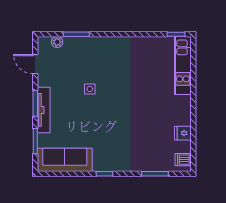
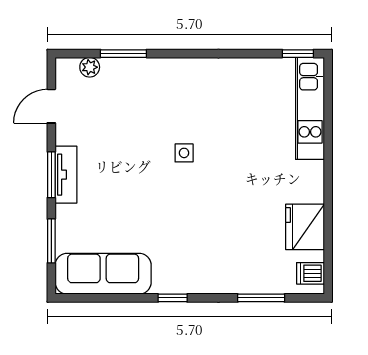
door: (35, 64) -> (51, 106), hinge flipped
side table: (90, 89) -> (184, 153), moved
tv unit: (44, 110) -> (66, 175), width x0.71
fridge: (183, 133) -> (305, 227), width x1.88, depth x1.34

